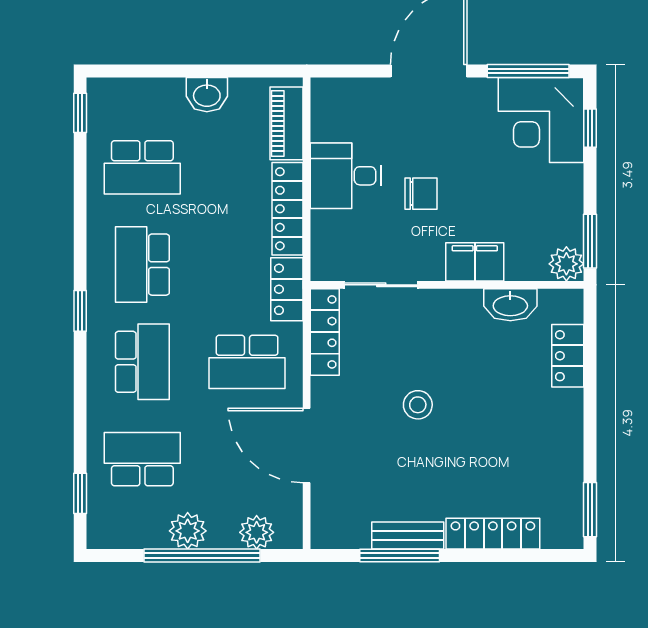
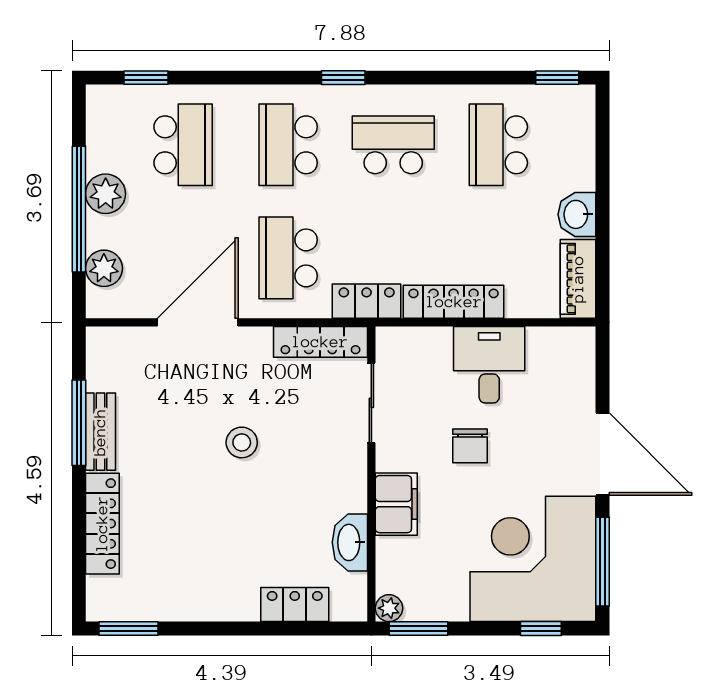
corner desk: (541, 120) -> (533, 559), width x1.36, depth x1.36
piano: (287, 123) -> (578, 279), moved, turned -90
plant: (566, 264) -> (389, 608), width x0.73, depth x0.73
school desk: (142, 362) -> (288, 145), turned 90

